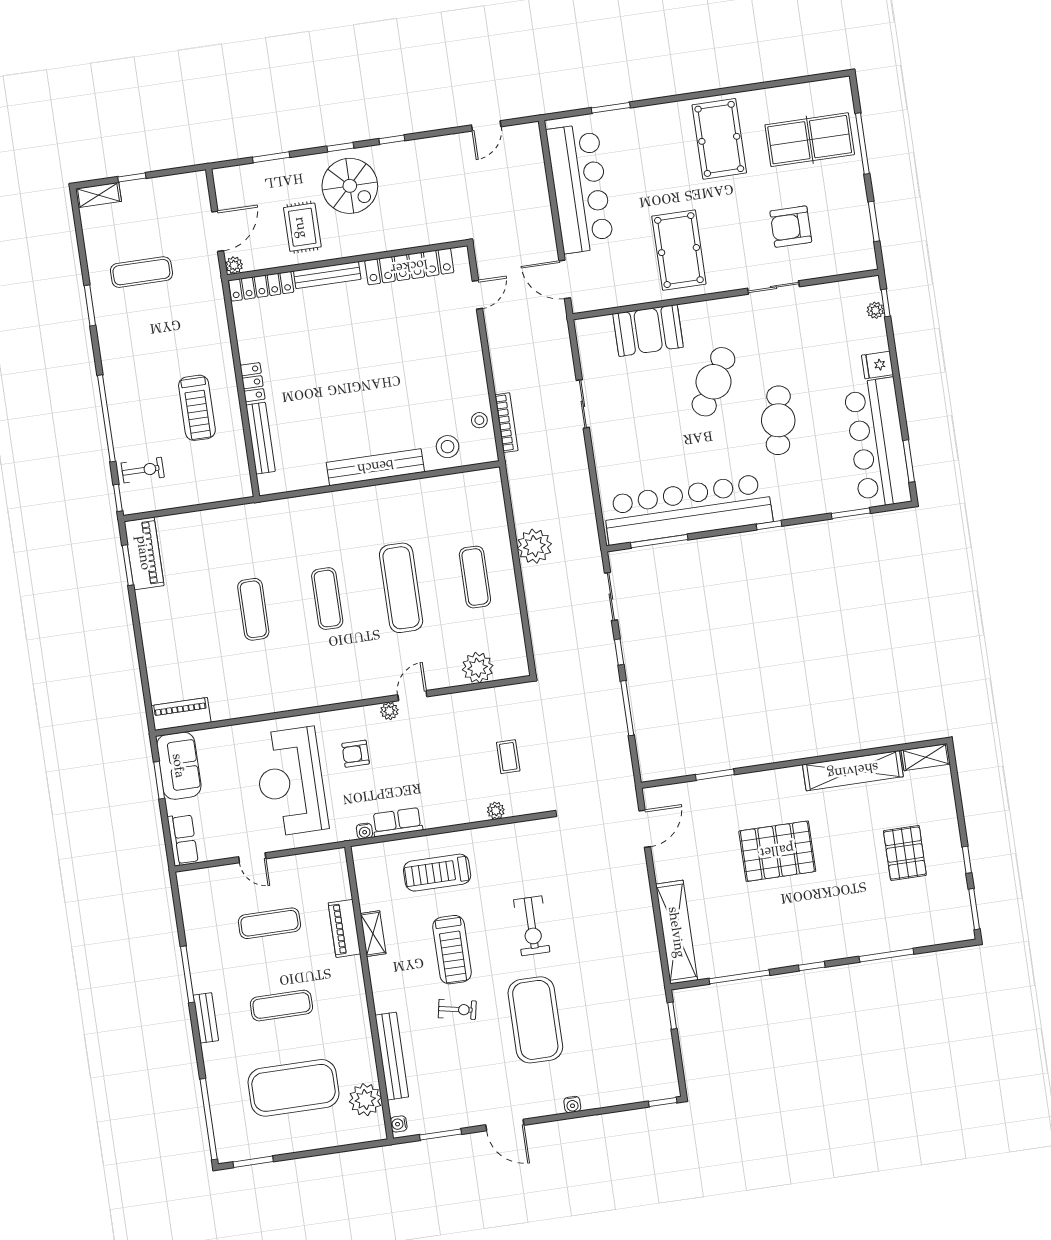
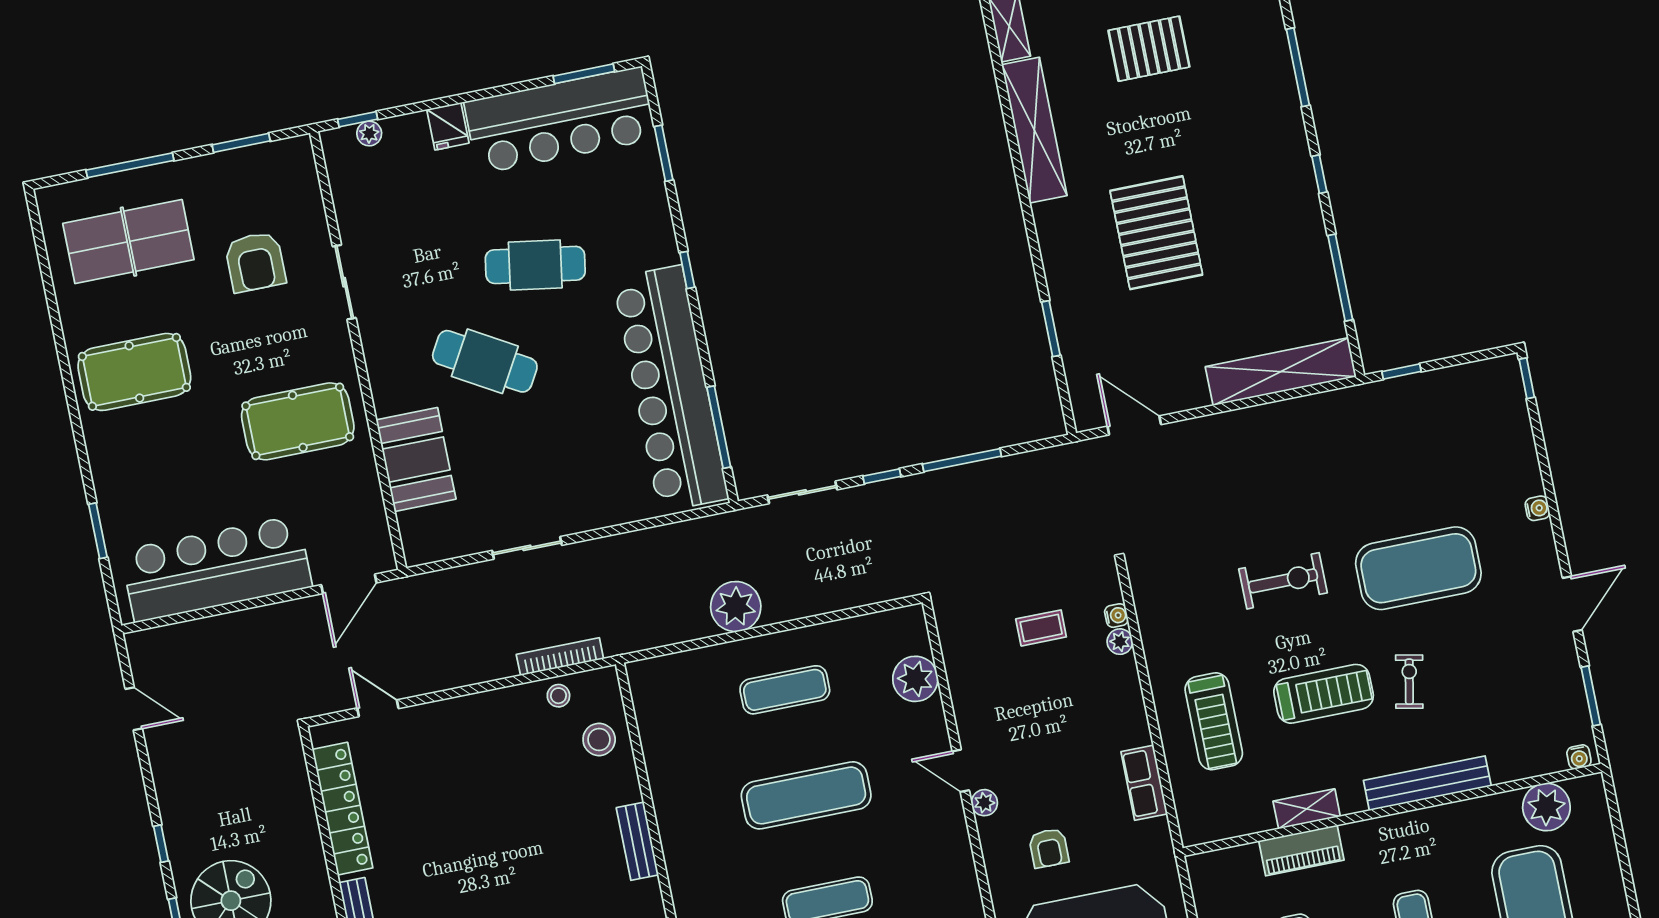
table tennis table: (810, 140) -> (128, 242), turned 90
bench: (375, 467) -> (637, 841), width x0.54, depth x0.82
water cooler: (364, 831) -> (1116, 616), moved
bench: (392, 1056) -> (1427, 783), moved

